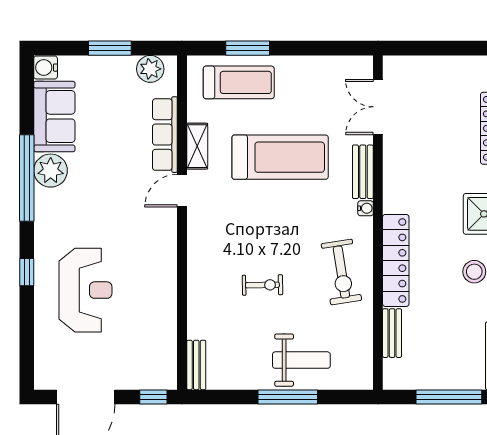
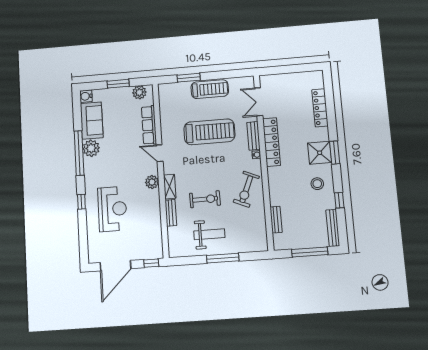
treadmill: (239, 82) -> (210, 89), moved
shelving: (197, 146) -> (170, 187), moved
door: (182, 191) -> (160, 153), hinge flipped
plant: (164, 245) -> (152, 182), added
locker: (396, 260) -> (271, 142), moved
exercise bike: (341, 272) -> (246, 189), turned 32
exercise bike: (262, 285) -> (205, 199), width x1.38, depth x1.39
weight bench: (301, 360) -> (209, 234), moved
bench: (196, 365) -> (171, 213), moved

